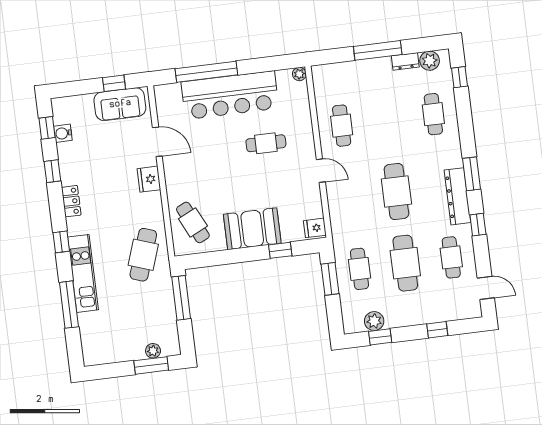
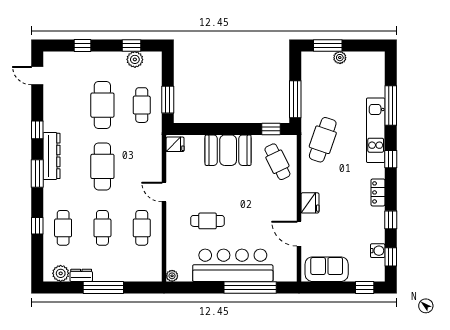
window: (460, 77) -> (37, 226), moved
window: (114, 83) -> (365, 287), moved
window: (280, 250) -> (271, 129), moved
cafe table: (451, 257) -> (102, 228), moved
plant: (153, 351) -> (340, 58), moved

